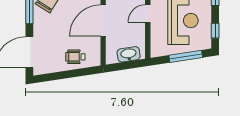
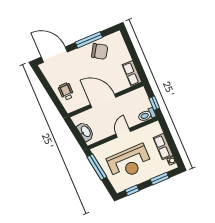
door: (148, 13) -> (123, 133), hinge flipped
window: (186, 56) -> (97, 167), moved

